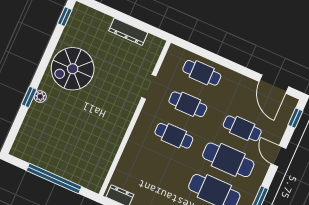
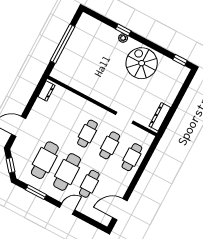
dresser: (128, 32) -> (160, 117), moved
window: (295, 118) -> (94, 223), removed

